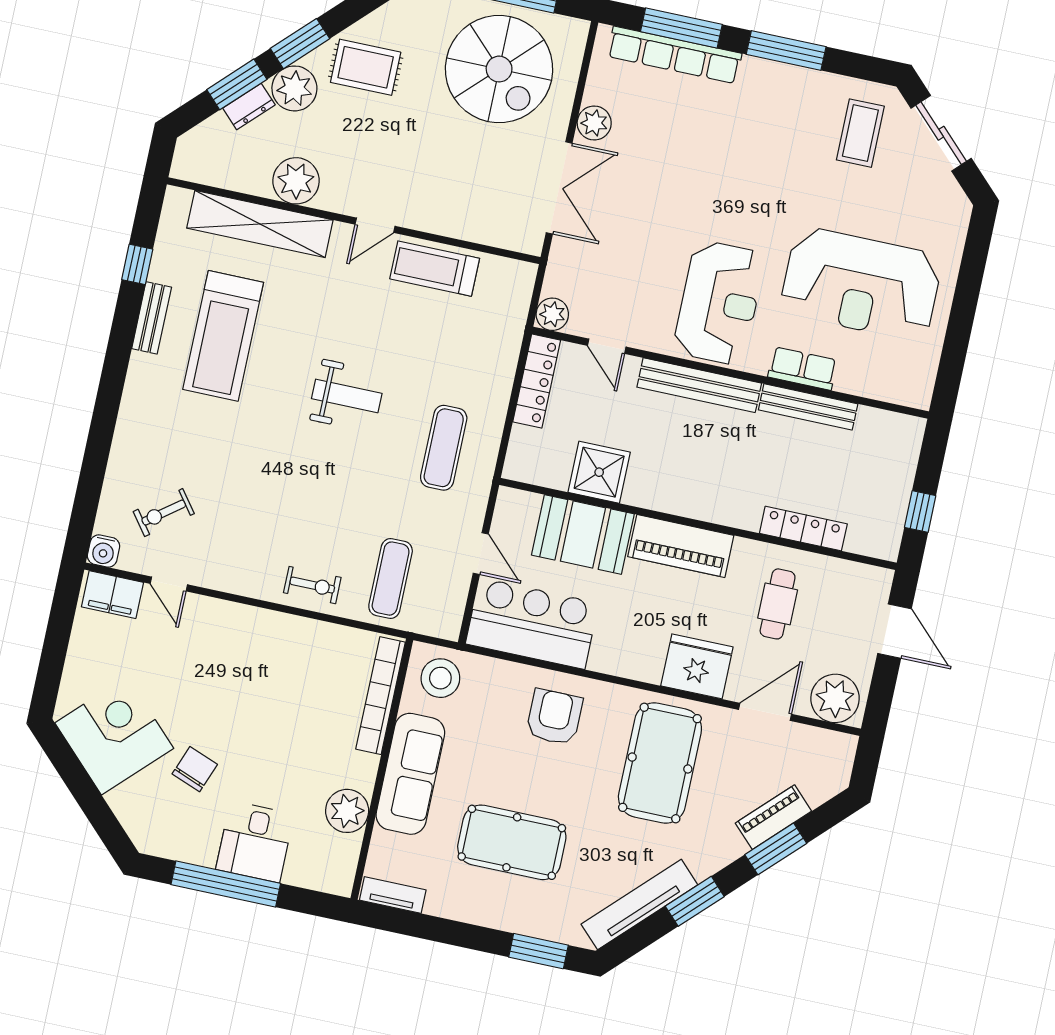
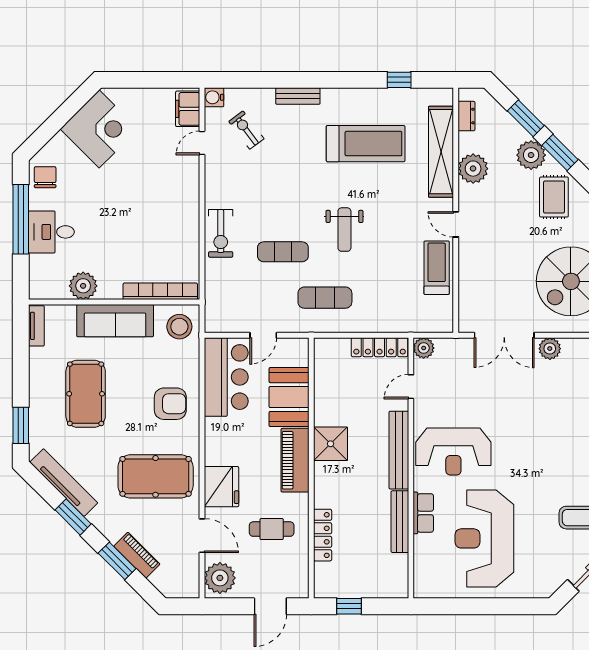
dresser: (249, 106) -> (466, 116), moved, turned -135
bench: (152, 318) -> (298, 96), moved
treadmill: (223, 336) -> (366, 144), turned 180
shower: (599, 472) -> (331, 444), moved
exercise mat: (391, 579) -> (283, 252), moved
exercise bike: (312, 585) -> (221, 233), width x1.38, depth x1.39
chair: (195, 769) -> (45, 177), moved, turned -111

